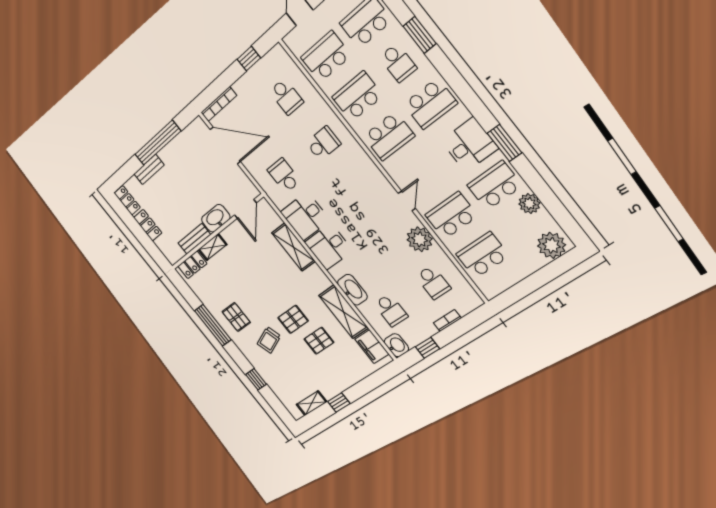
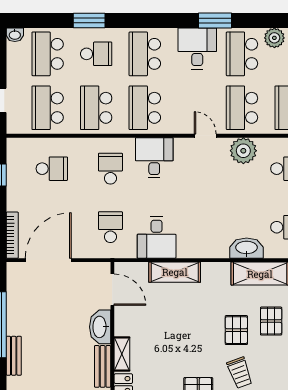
school desk: (430, 104) -> (145, 54), turned 180
school desk: (389, 136) -> (145, 108), turned 180
school desk: (284, 175) -> (110, 227), turned 90
desk: (329, 247) -> (154, 158), moved, turned 180

